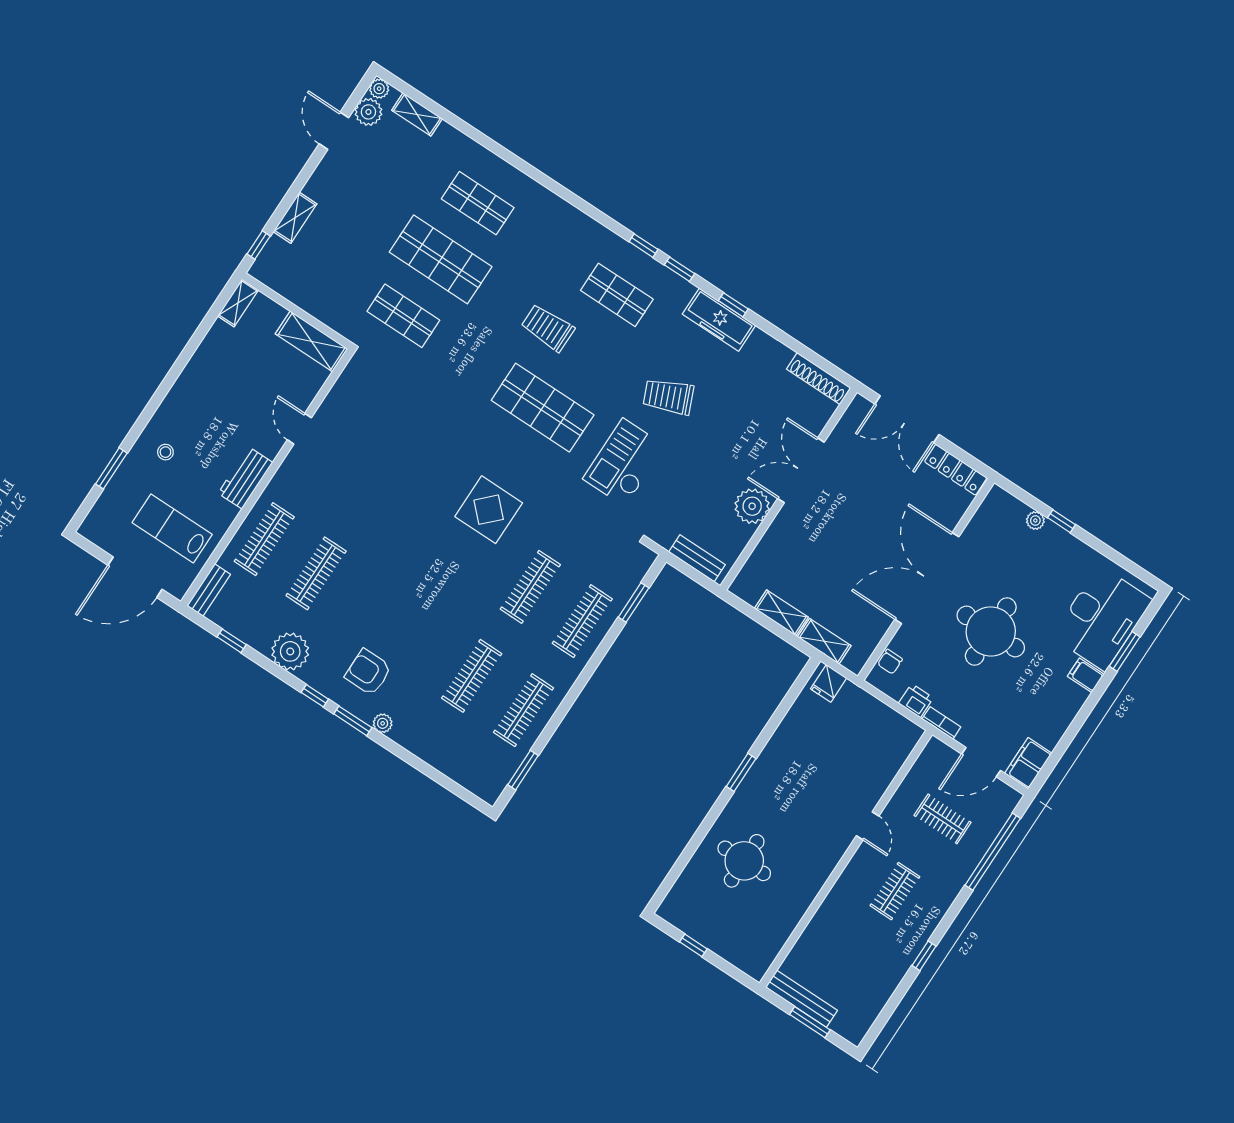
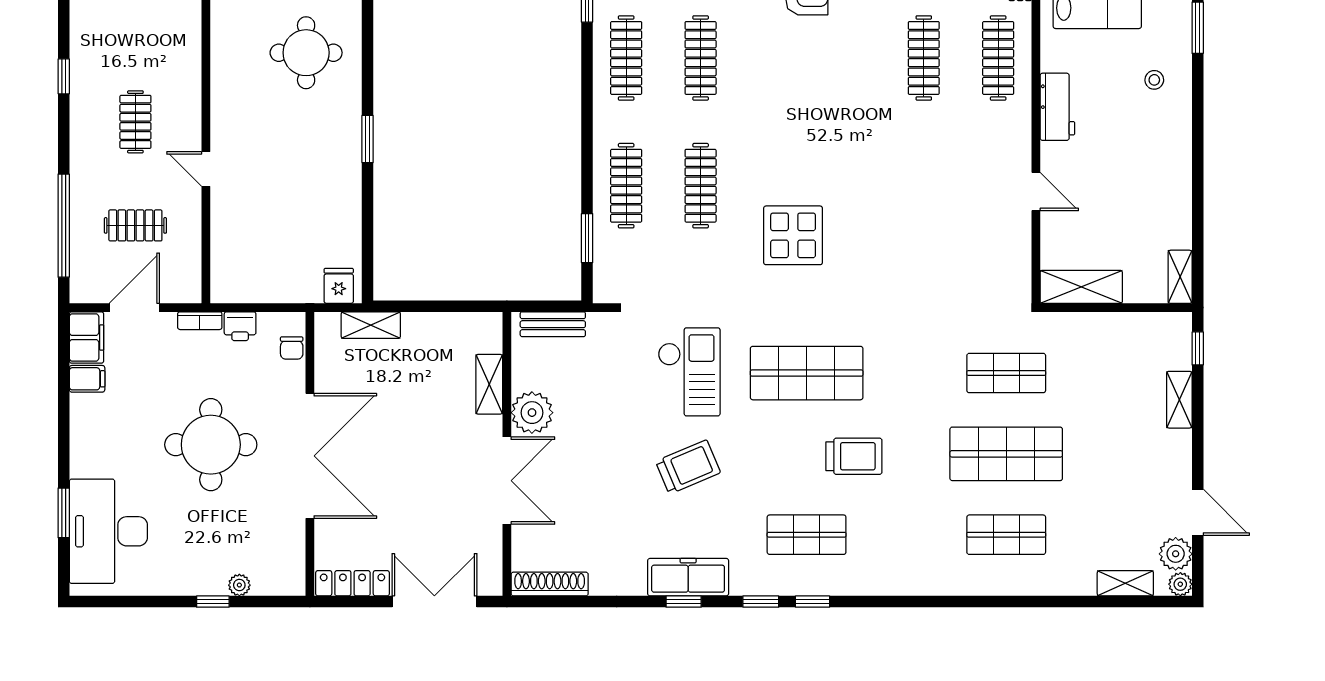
shelving: (781, 613) -> (489, 384), moved, turned 90
chair: (890, 662) -> (292, 348), turned 180
filing cabinet: (1086, 675) -> (87, 379), moved

